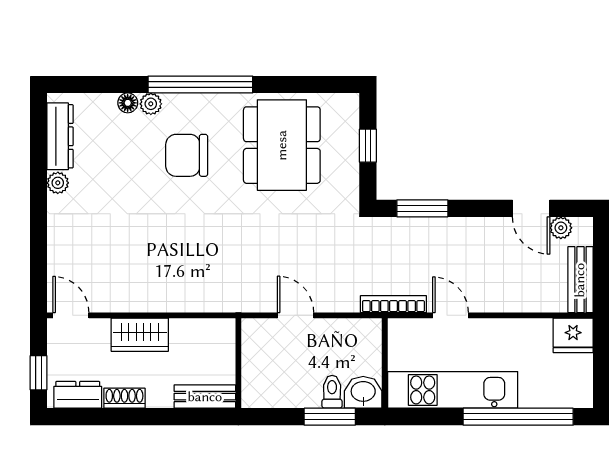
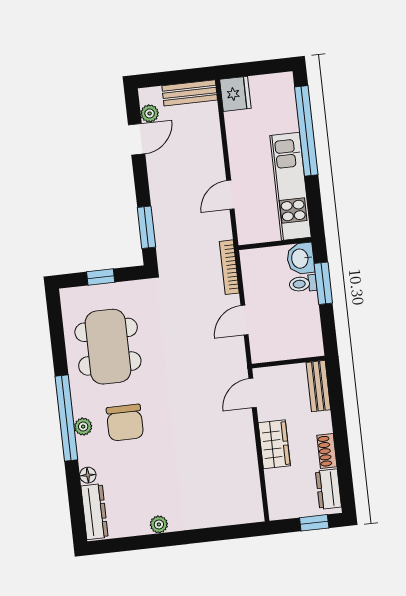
plant: (151, 104) -> (83, 427), moved
dresser: (60, 136) -> (94, 512), moved, turned 90
dining table: (282, 145) -> (108, 347), turned 90
bookcase: (393, 304) -> (229, 267), moved
door: (71, 315) -> (253, 393), moved

